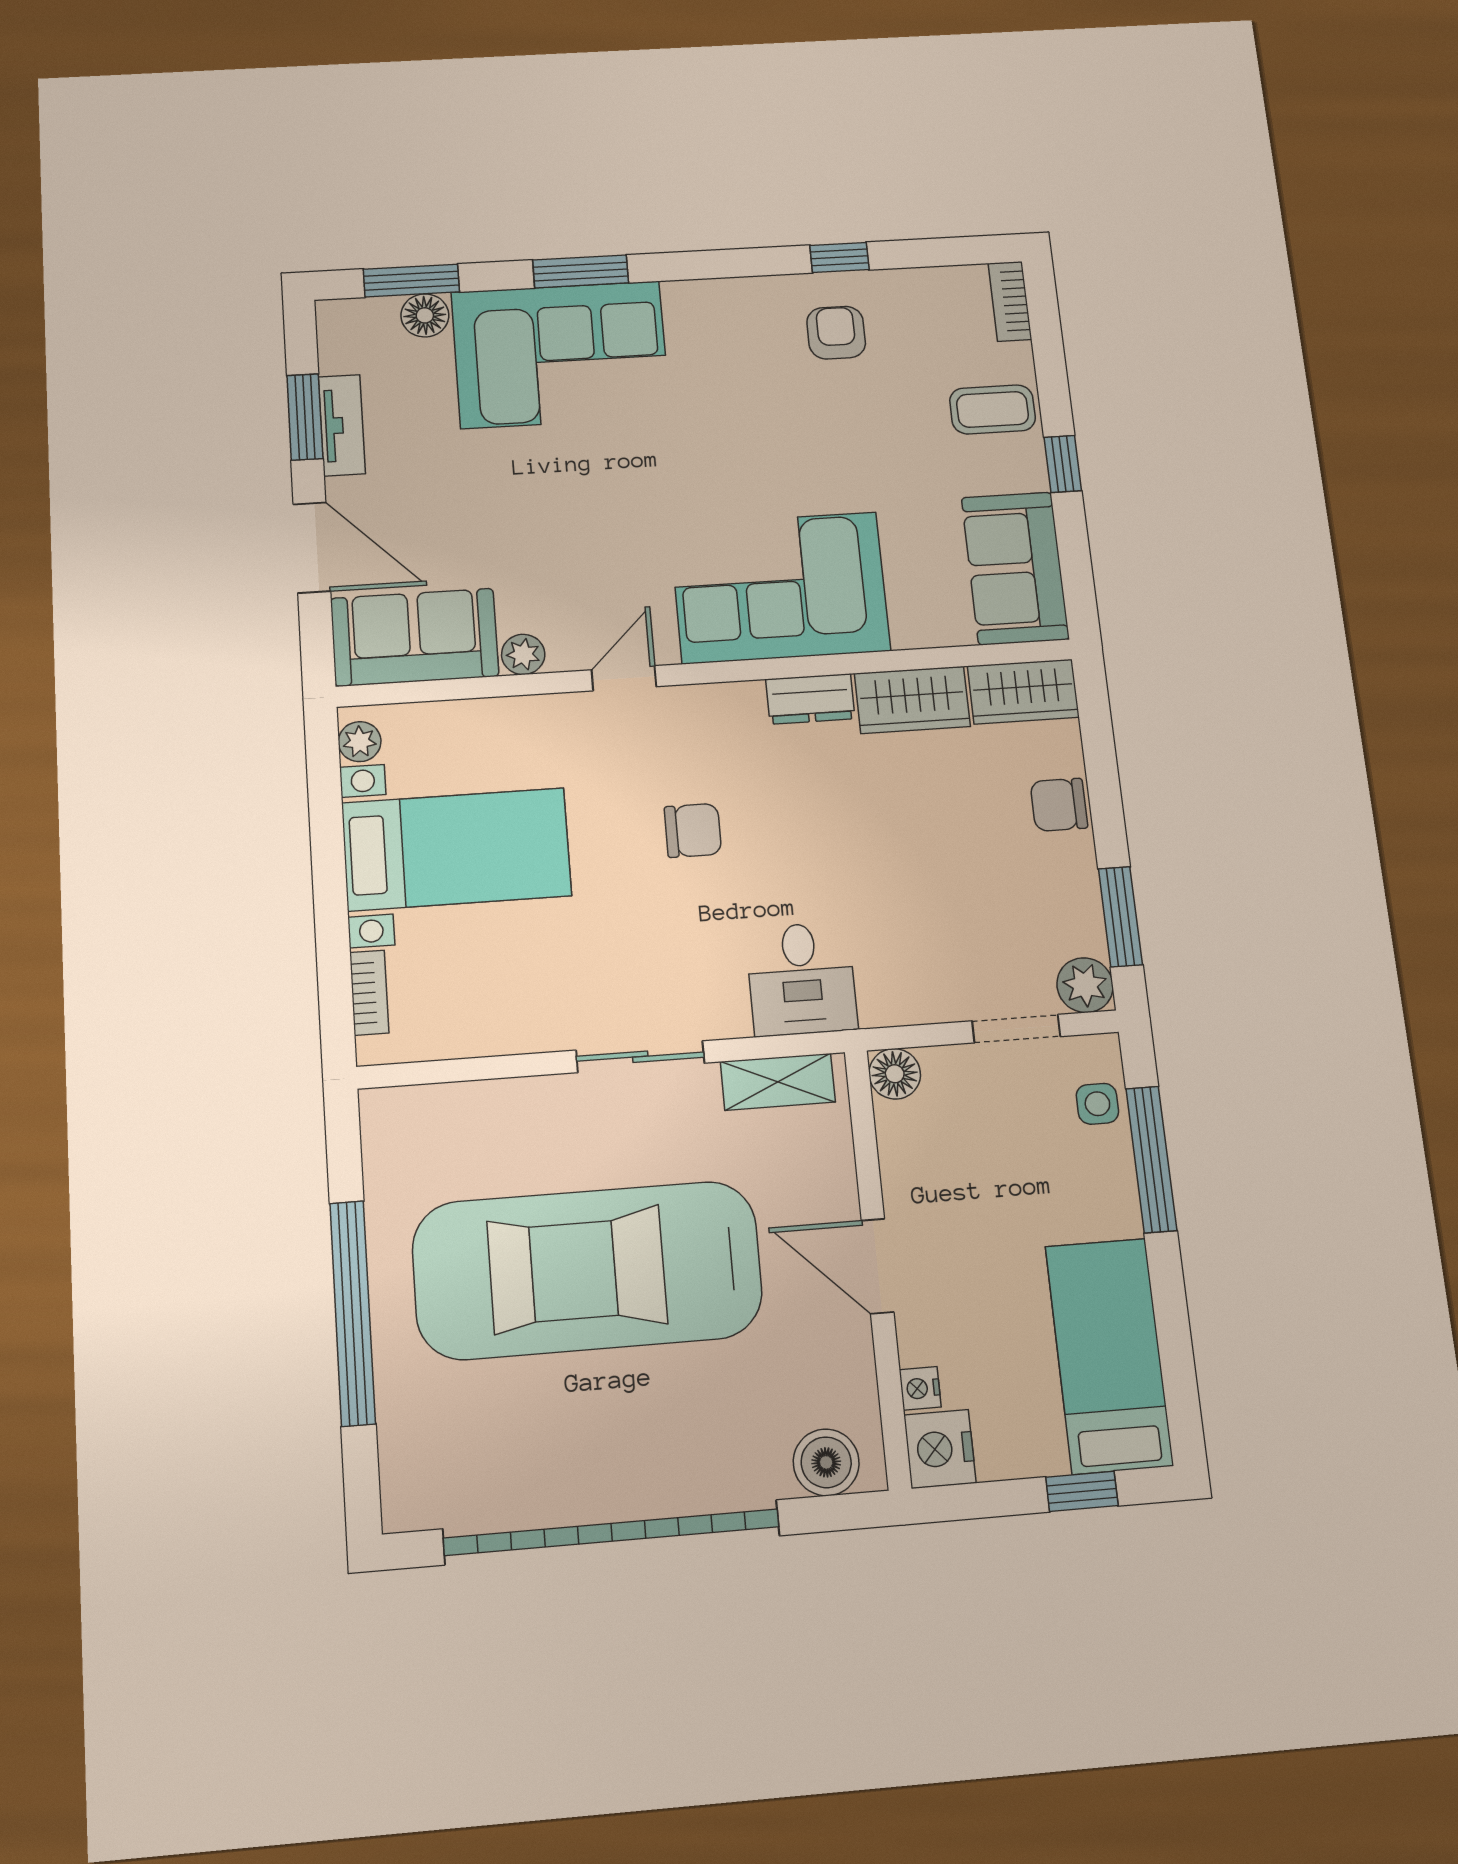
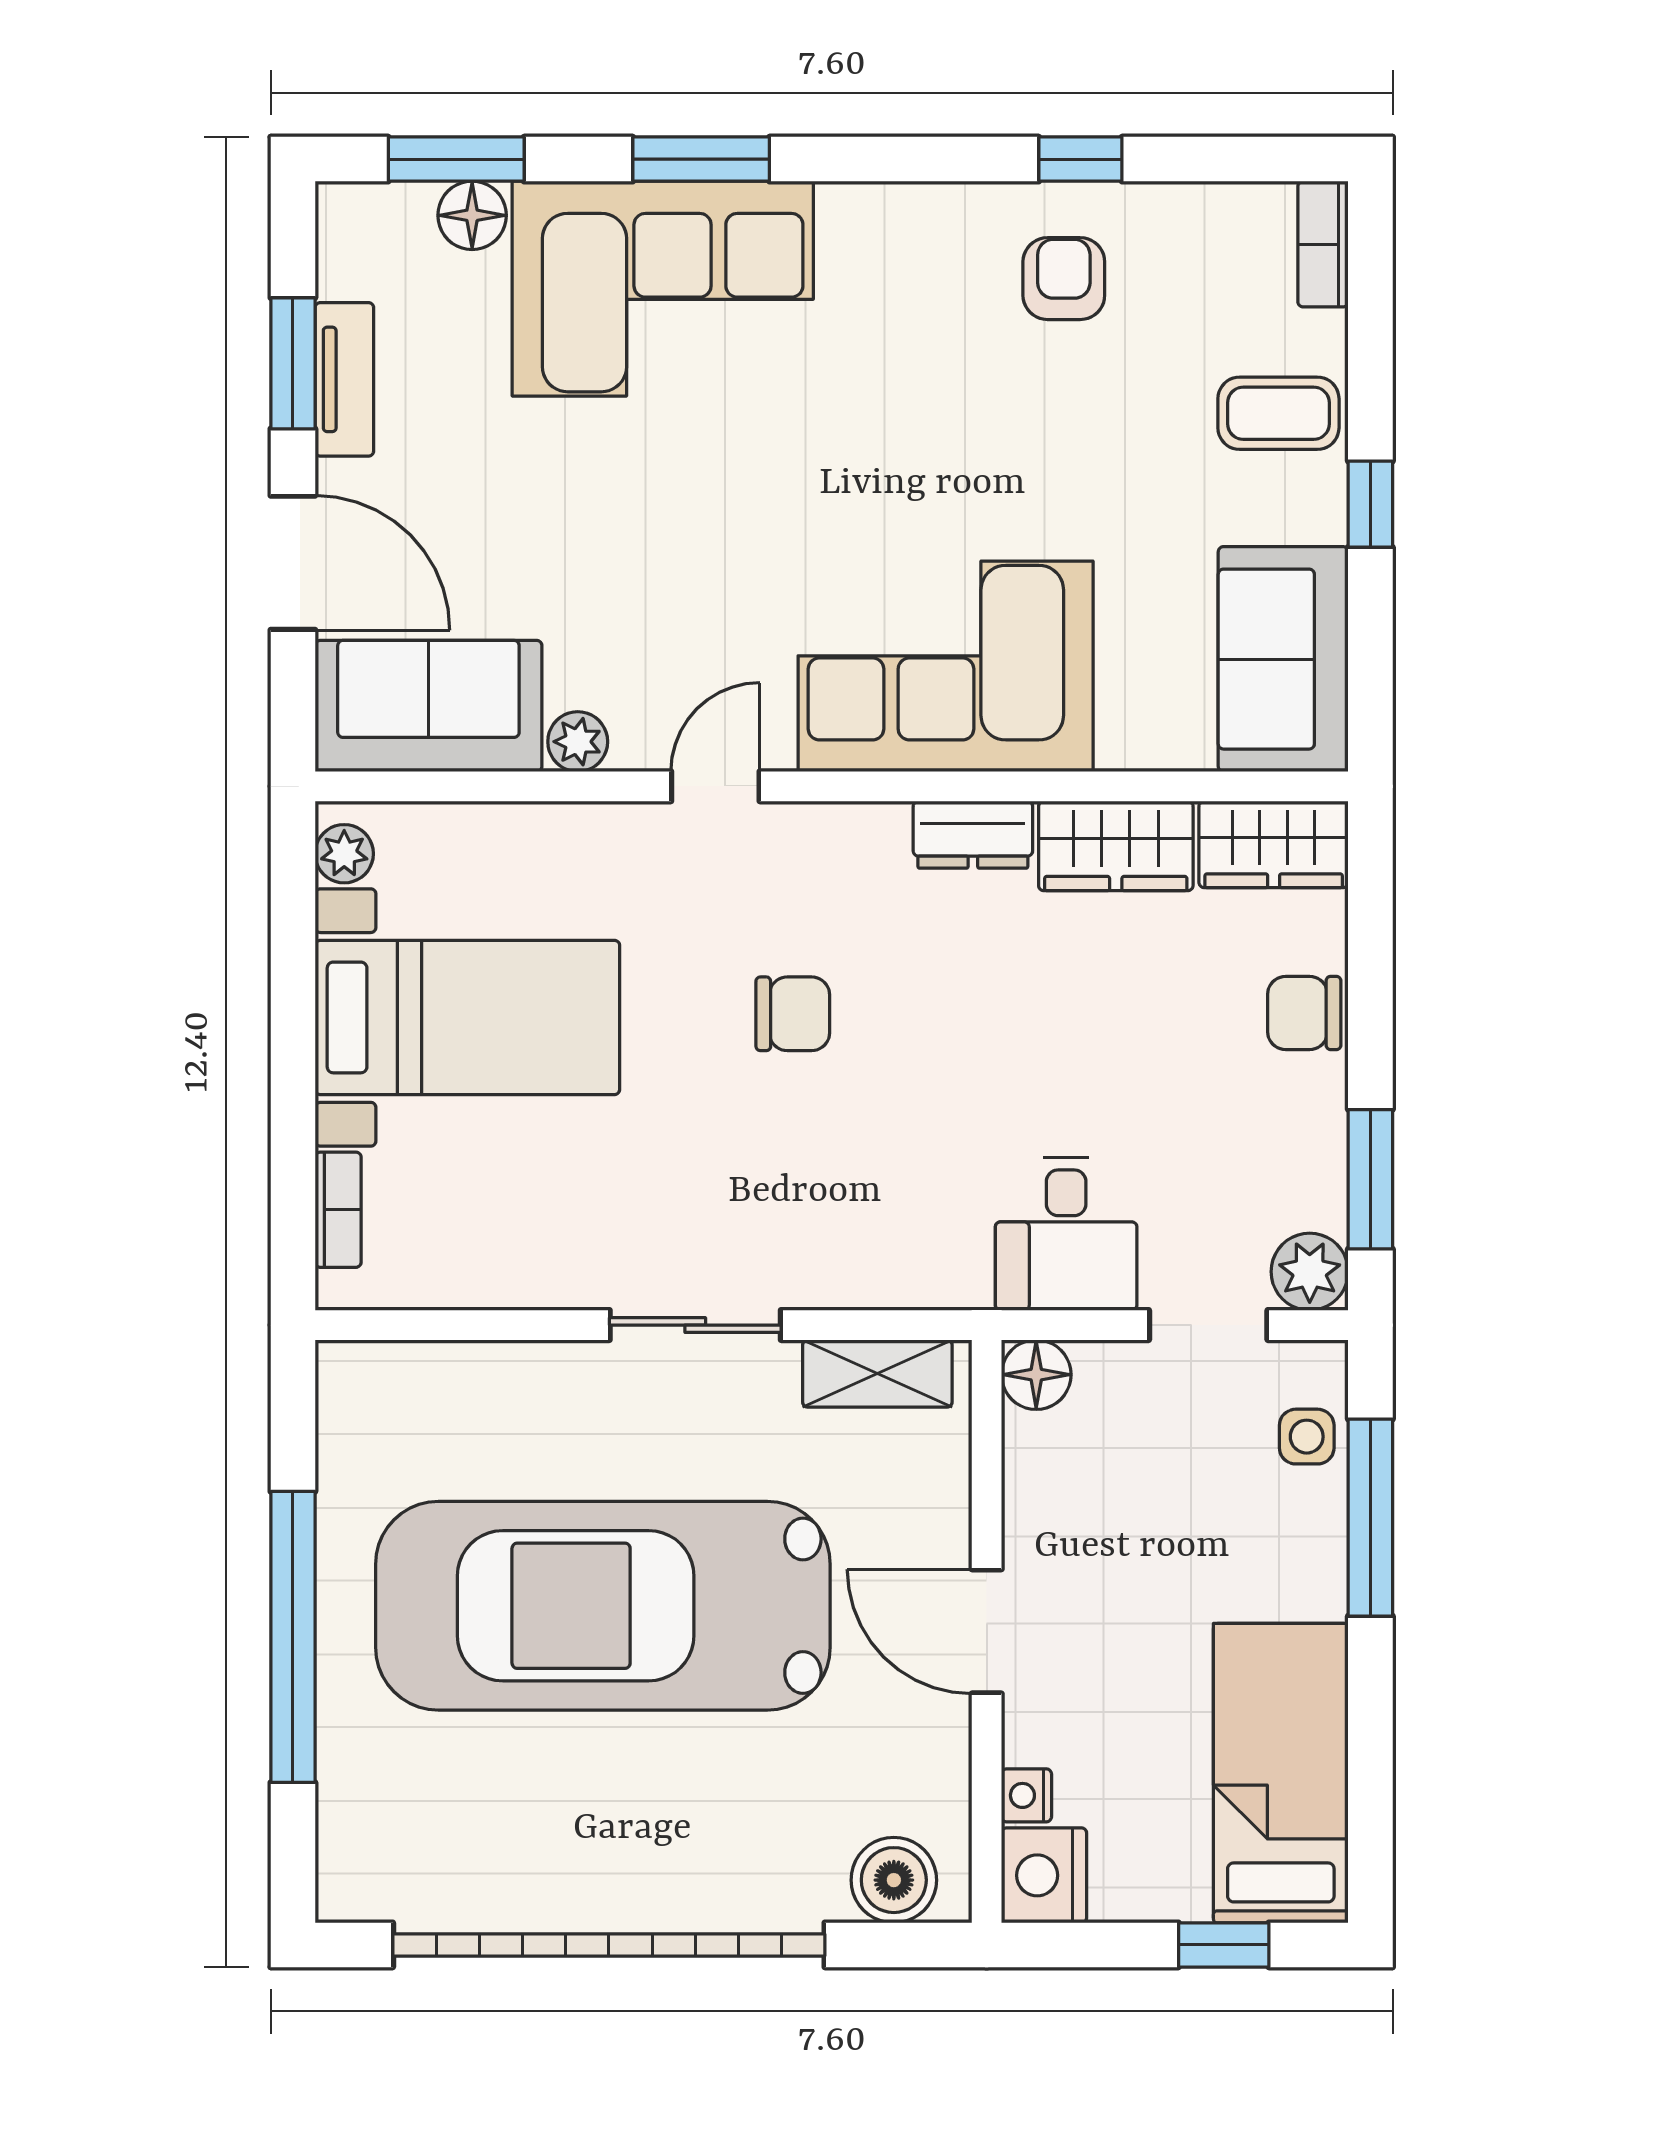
desk: (801, 979) -> (1066, 1234), moved

